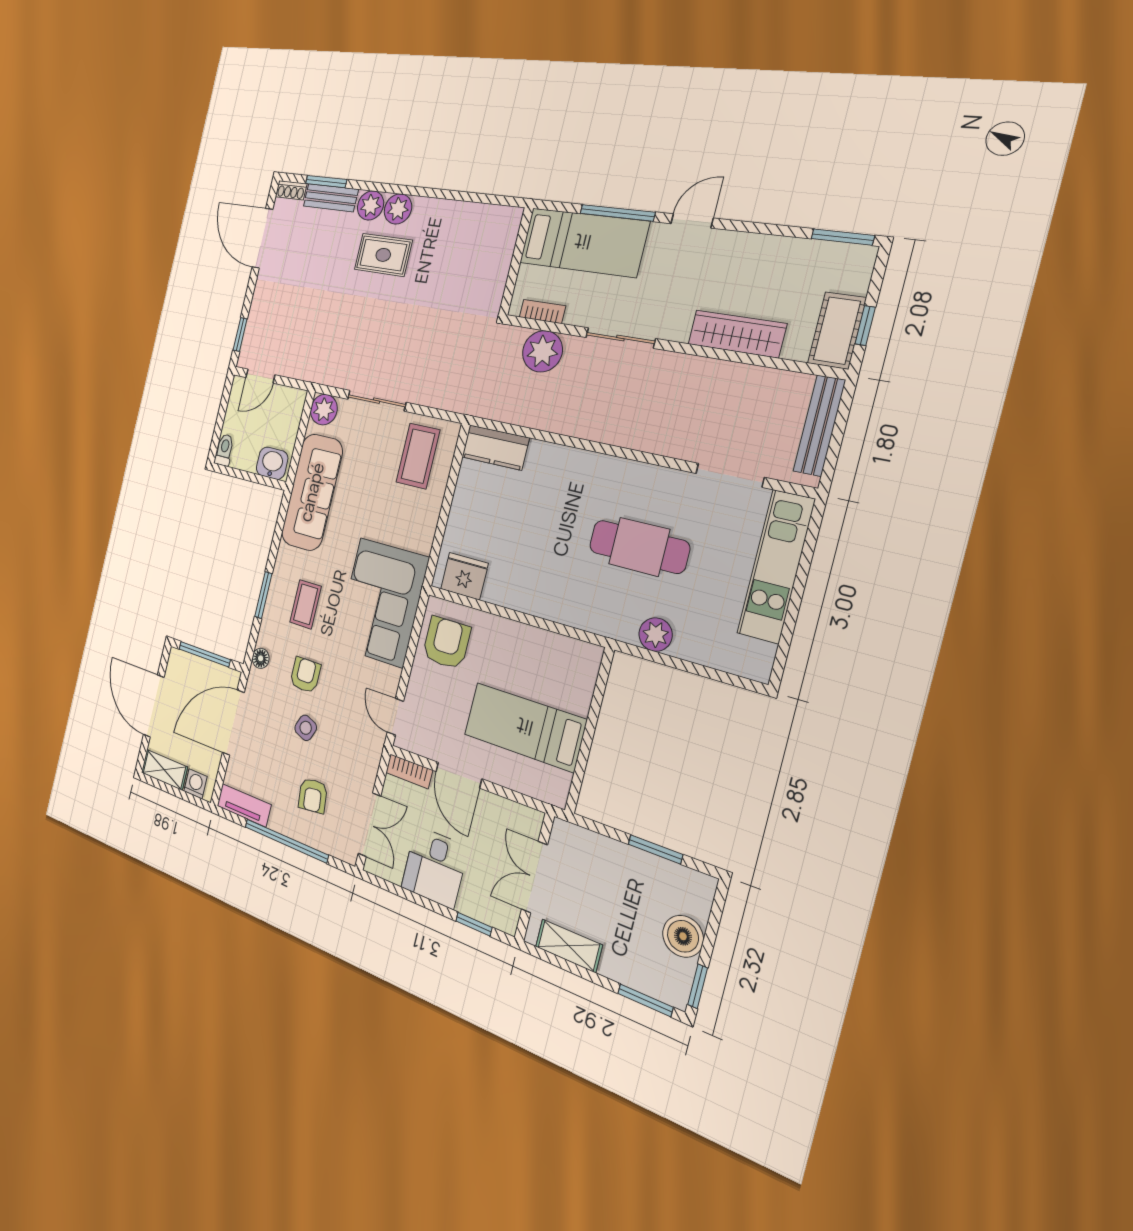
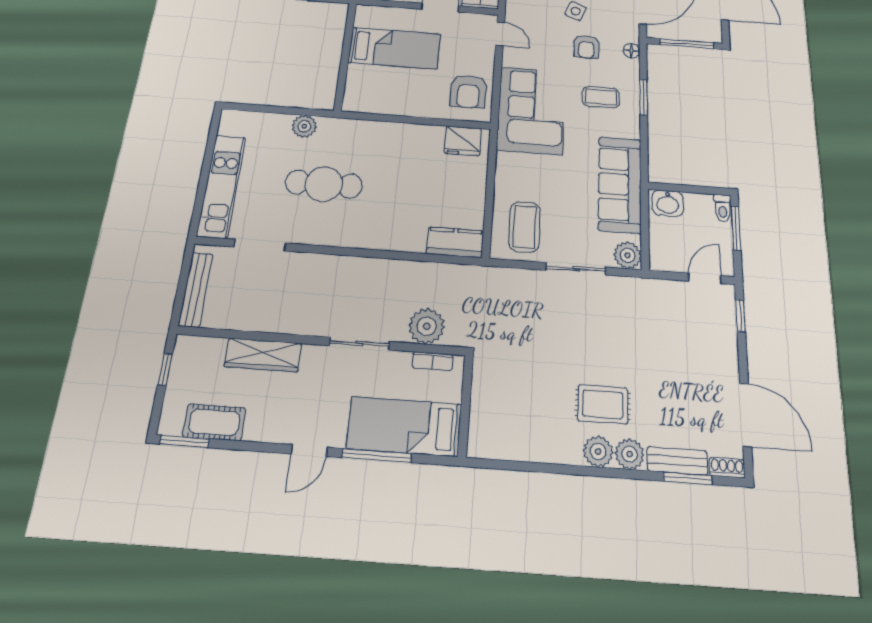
cot: (837, 331) -> (214, 422), moved, turned 90
window: (219, 426) -> (736, 228), added
coffee table: (306, 604) -> (601, 97), turned 90

